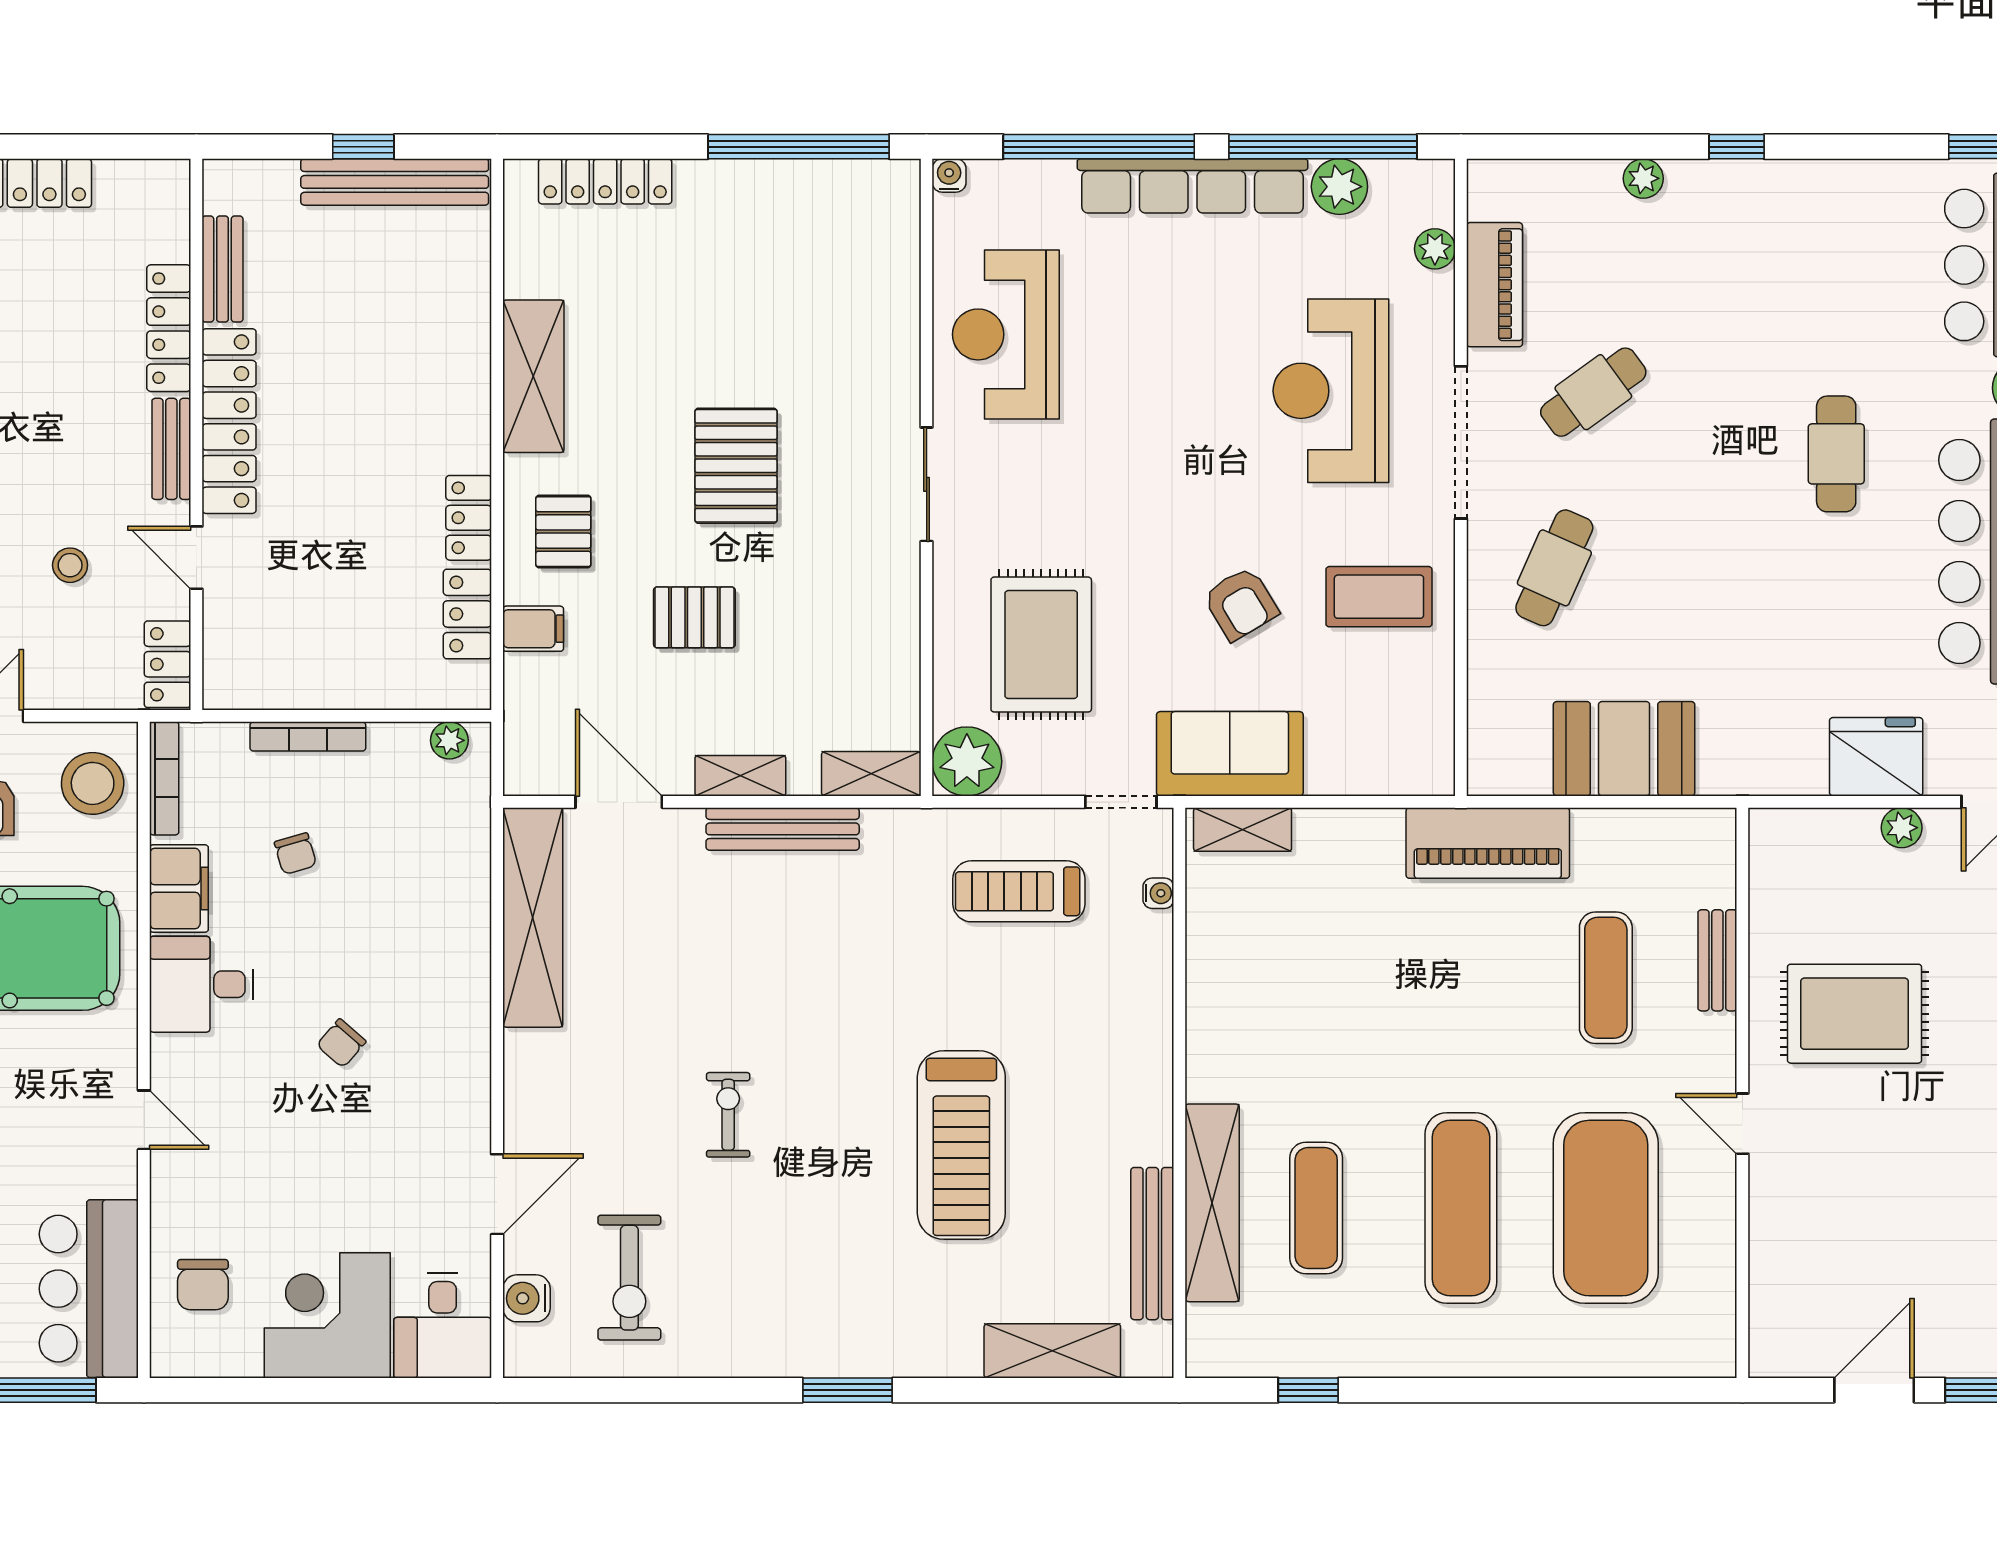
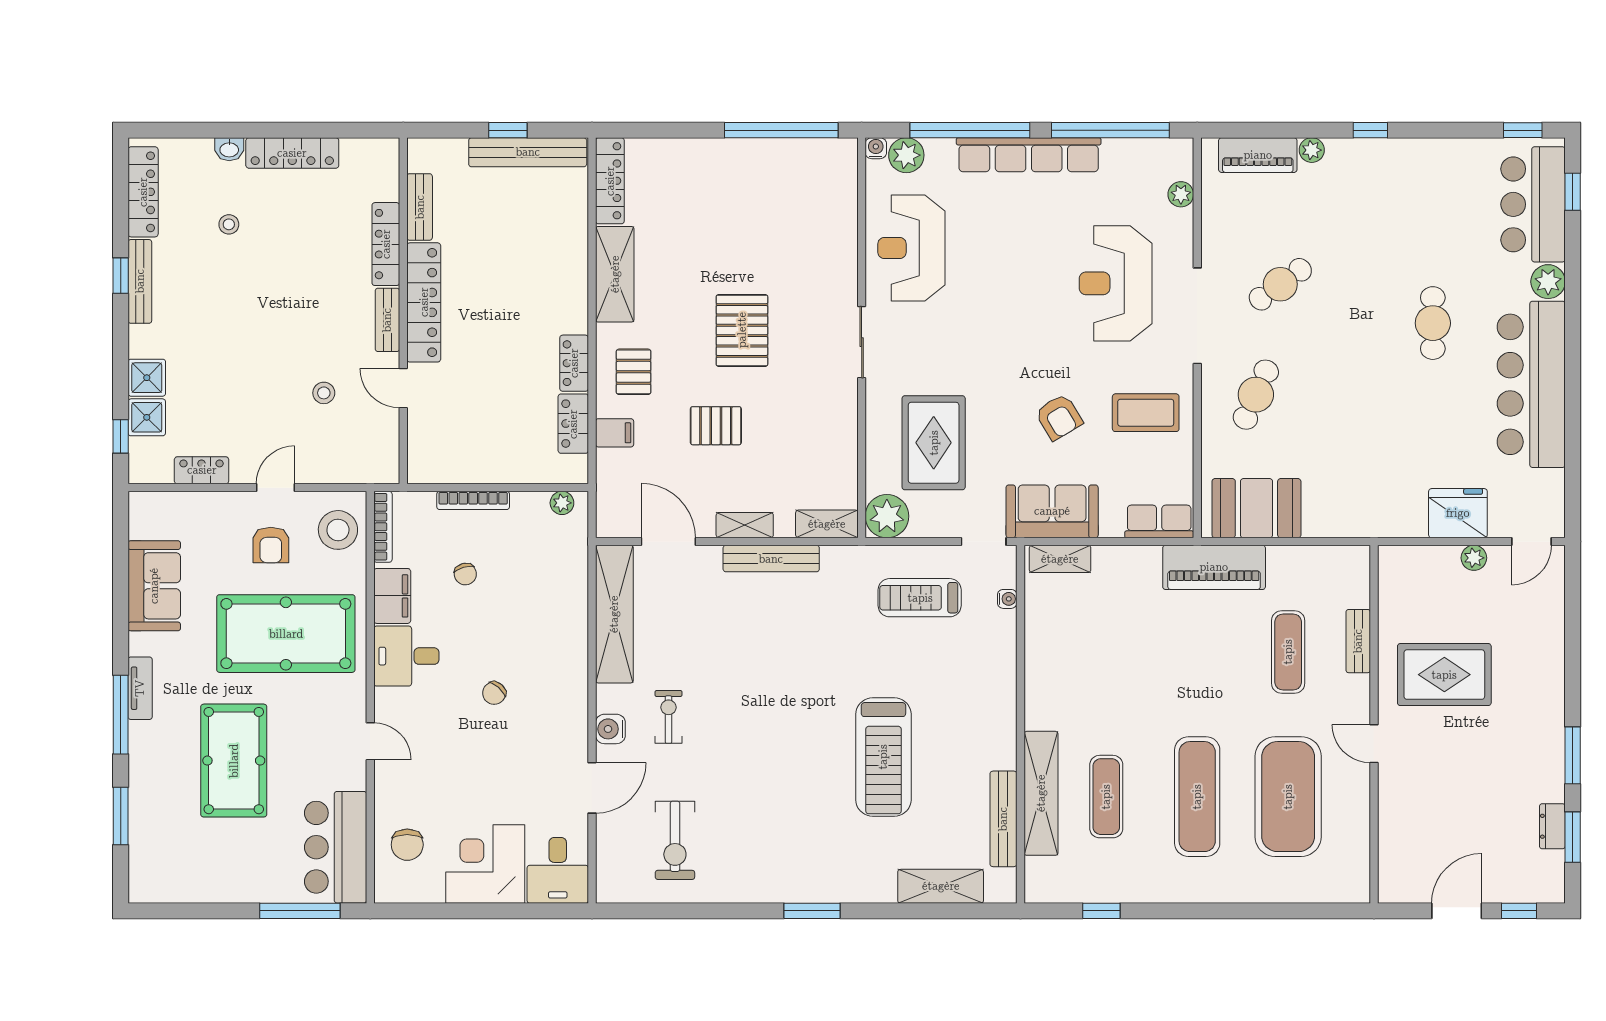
locker: (605, 181) -> (610, 181), moved, turned -90
plant: (1339, 187) -> (906, 155), moved
piano: (1495, 285) -> (1258, 155), moved, turned 90
locker: (168, 664) -> (385, 455), removed
booth: (1624, 749) -> (1256, 508), moved
row of seats: (1400, 770) -> (1159, 521), added
exercise bike: (728, 1115) -> (669, 717), moved
water cooler: (526, 1298) -> (610, 729), moved

